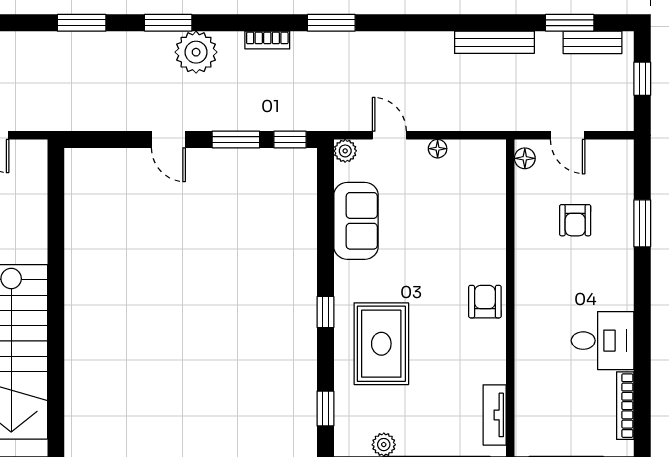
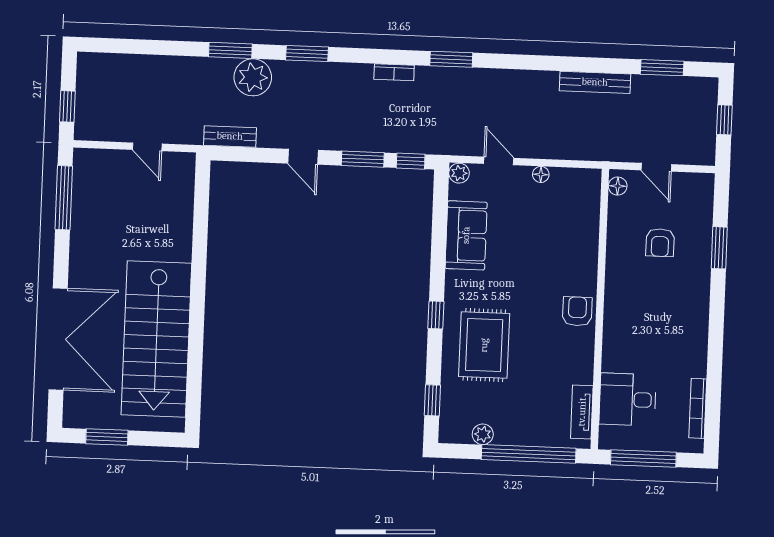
bench: (592, 42) -> (230, 136), moved
plant: (196, 52) -> (253, 77), moved
desk: (603, 341) -> (628, 399), moved, turned 180

